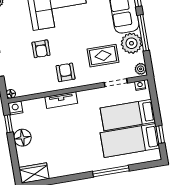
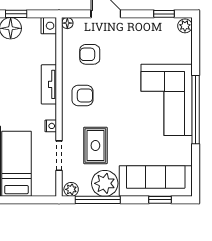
window: (143, 33) -> (98, 200), moved
armchair: (41, 49) -> (90, 54), moved
nightstand: (140, 85) -> (51, 126), moved
window: (9, 124) -> (16, 14), moved

